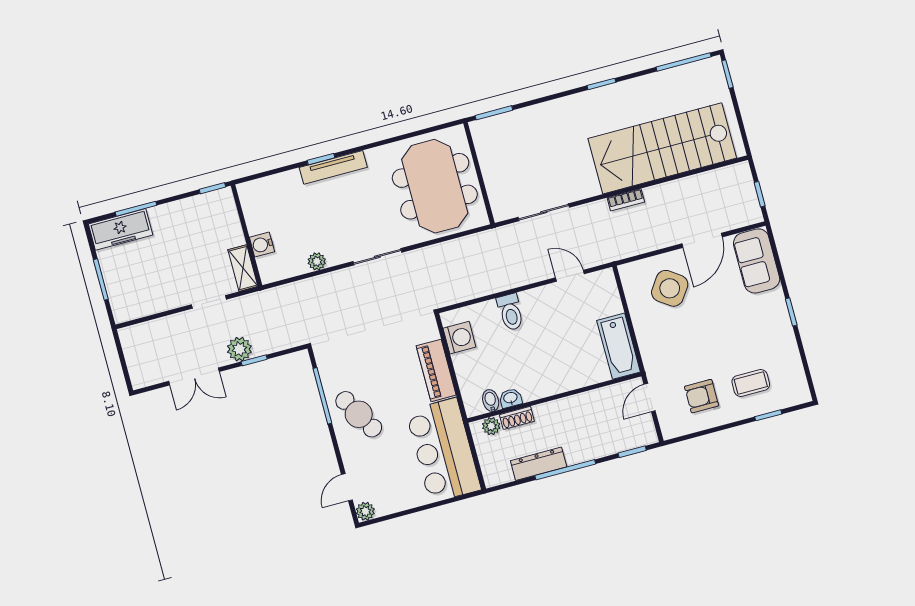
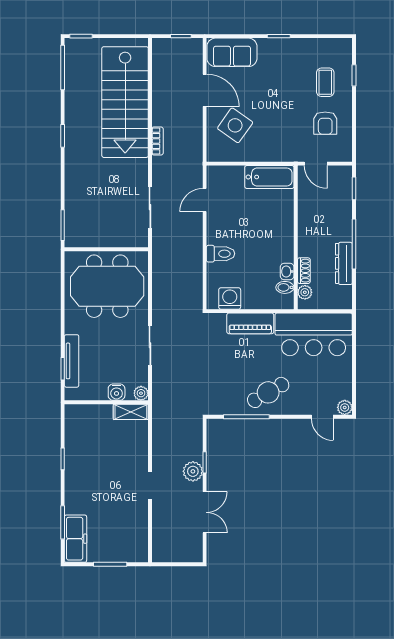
wall: (247, 235) -> (106, 402), moved
water cooler: (262, 245) -> (117, 392), moved
shelving: (243, 268) -> (131, 412), moved

